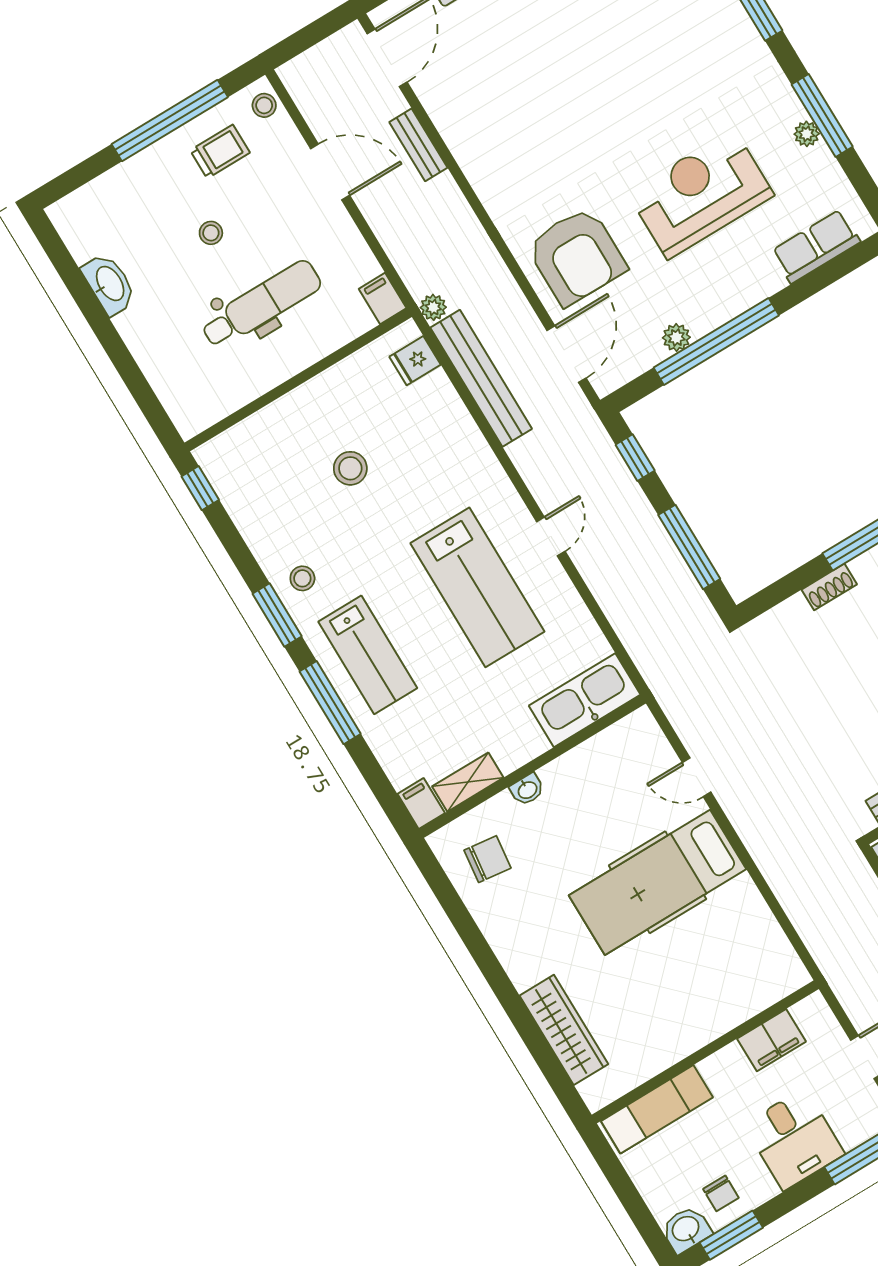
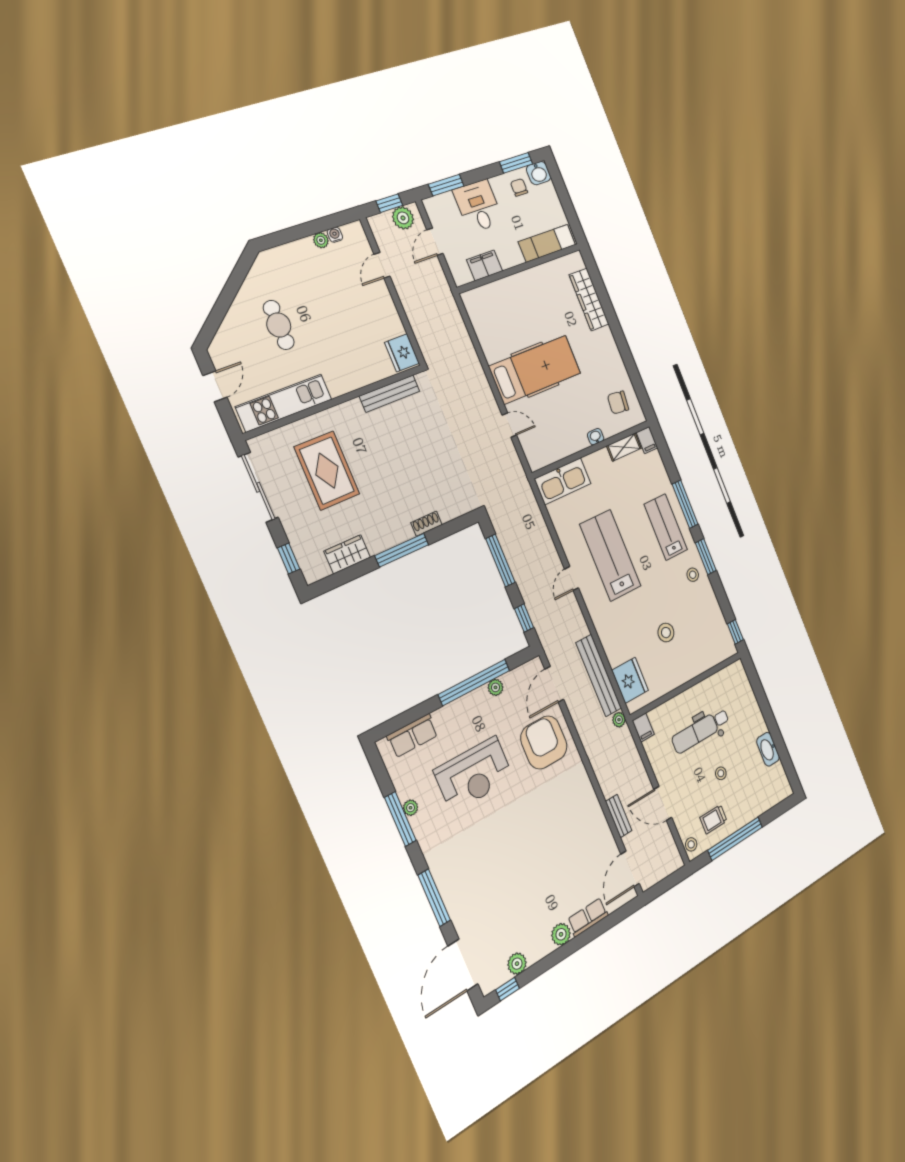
fridge: (415, 361) -> (630, 680), width x1.88, depth x1.34

